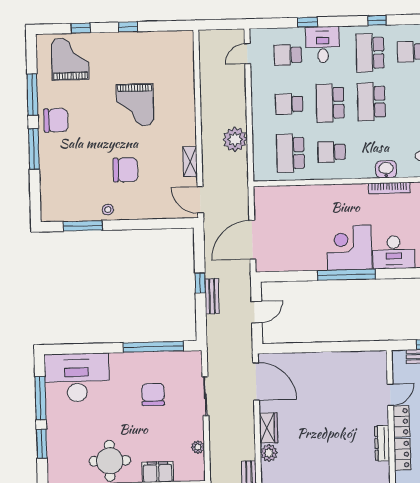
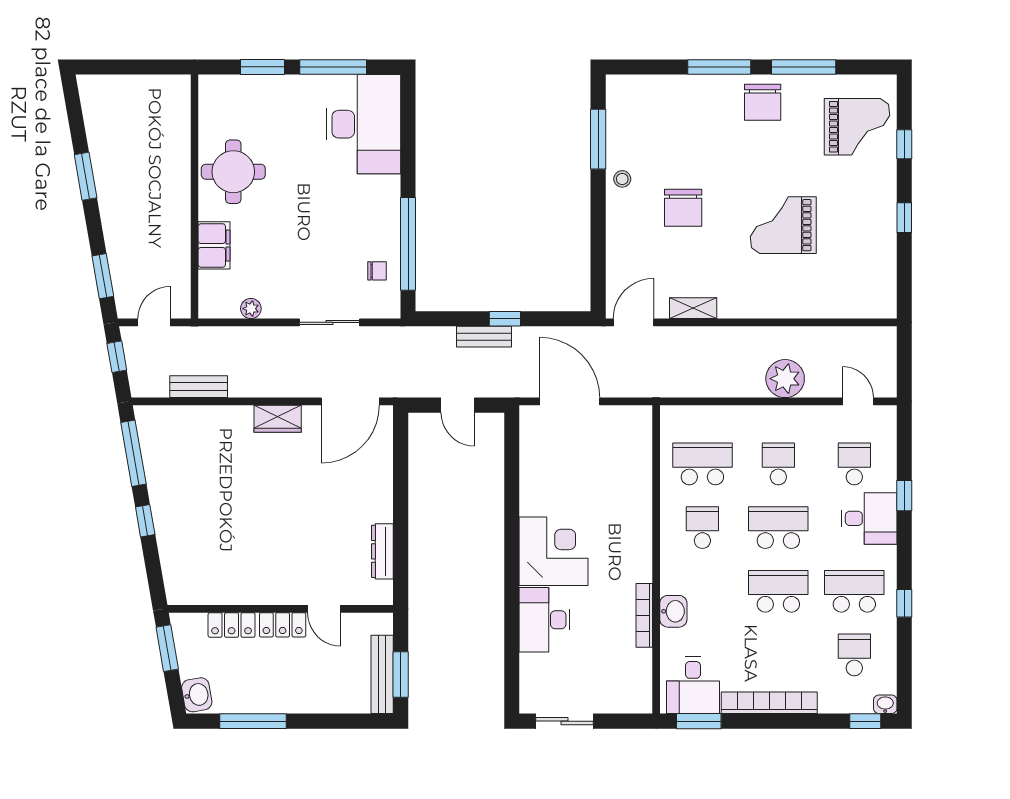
plant: (235, 139) -> (785, 379), moved
window: (346, 275) -> (512, 546), removed
chair: (153, 394) -> (377, 271), moved, width x0.54, depth x0.54
dresser: (382, 443) -> (382, 551), moved, turned -90
plant: (269, 453) -> (239, 419), removed

